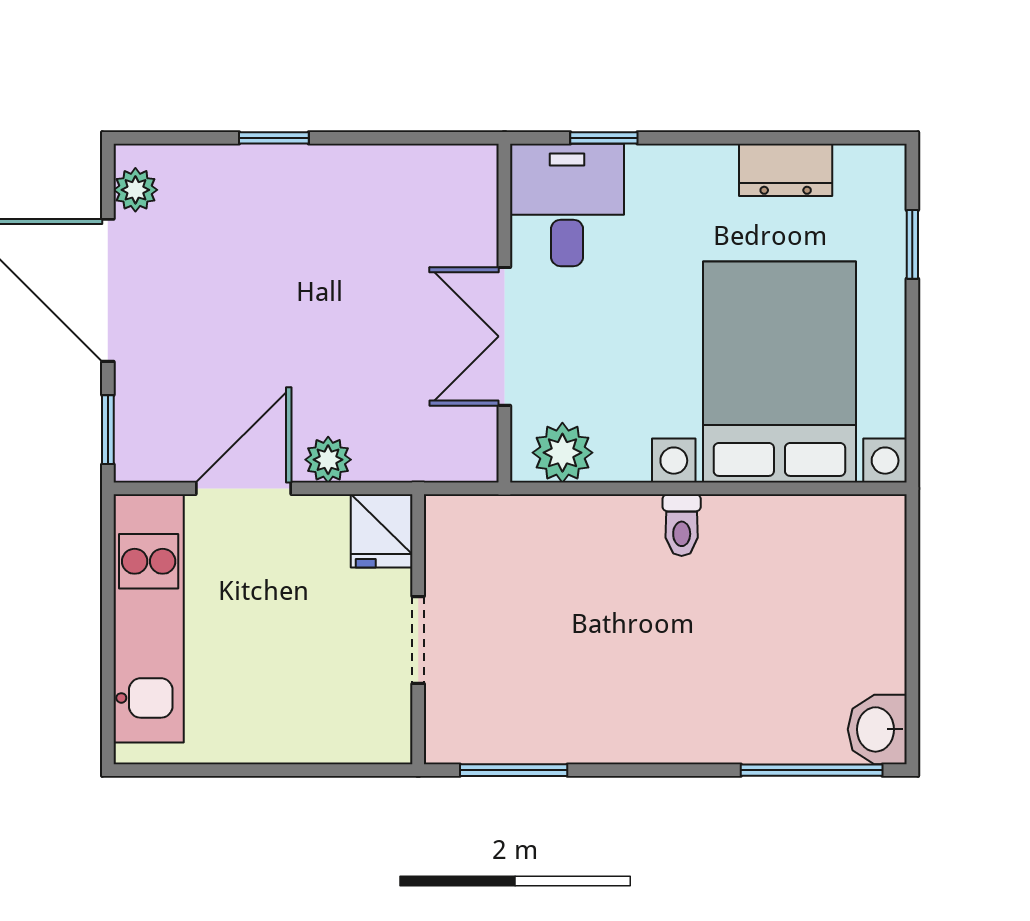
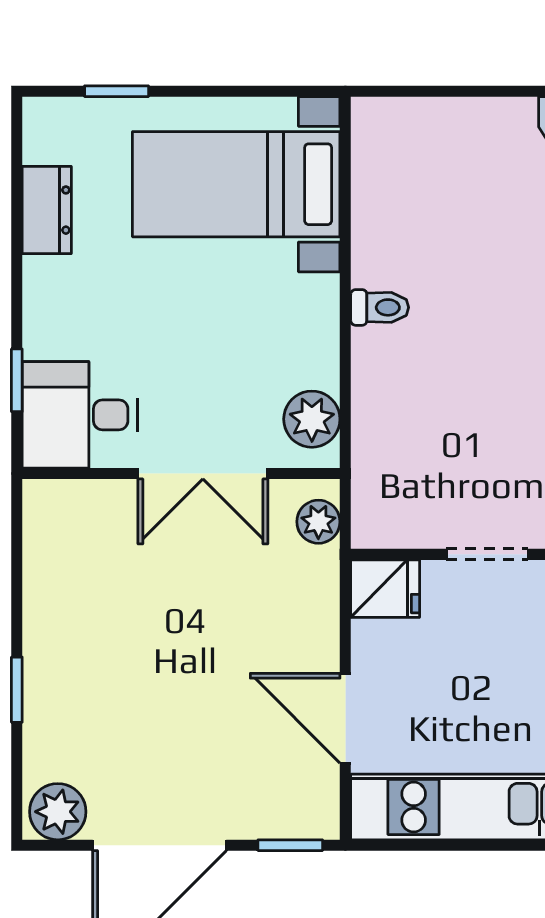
plant: (135, 190) -> (58, 812), width x1.38, depth x1.38
bed with nightstands: (779, 372) -> (236, 184), width x0.73
plant: (328, 460) -> (318, 522), moved

